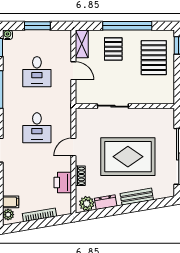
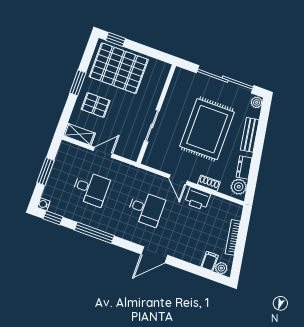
window: (127, 26) -> (78, 83), width x0.47
pallet: (154, 58) -> (119, 68), width x1.37, depth x1.41
printer: (63, 182) -> (198, 199), moved
plant: (168, 192) -> (257, 102), added

